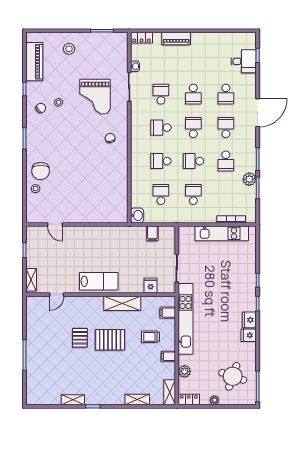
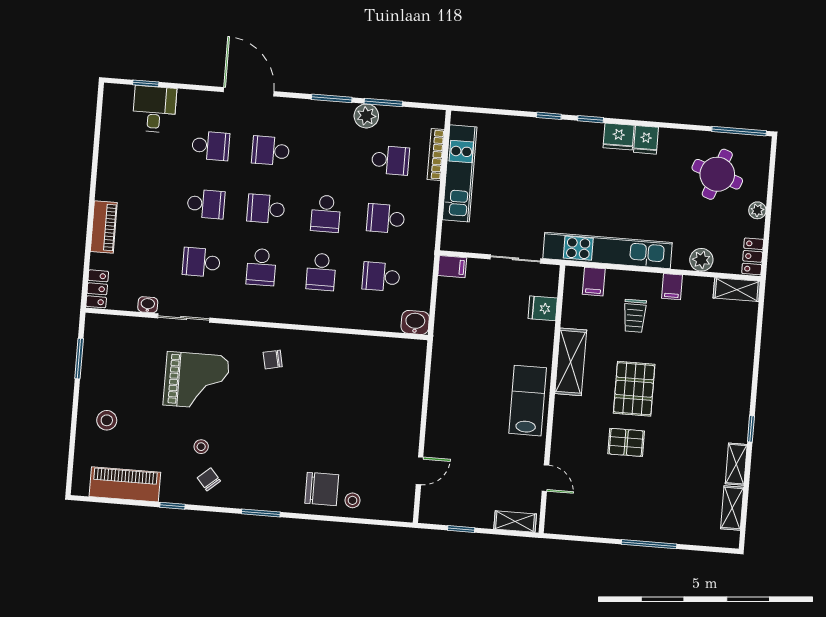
school desk: (226, 161) -> (390, 160), moved
filing cabinet: (152, 233) -> (452, 267), moved
shelving: (137, 399) -> (732, 508), moved

